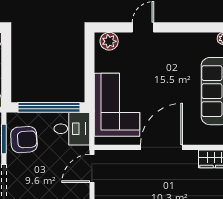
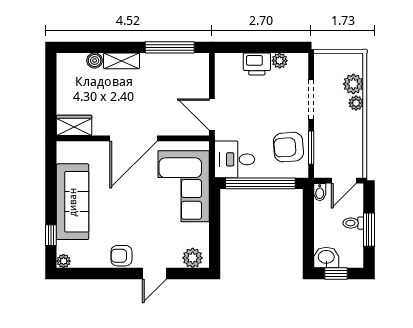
armchair: (172, 43) -> (121, 256), added
door: (92, 169) -> (212, 114), swing flipped

